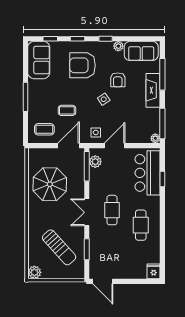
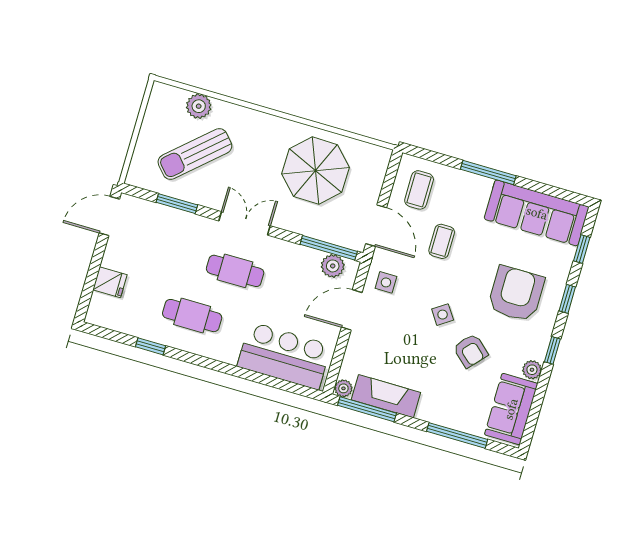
sofa: (39, 60) -> (537, 213), width x1.36
armchair: (118, 80) -> (471, 351), turned -138
fireplace: (153, 90) -> (386, 396), moved
door: (115, 146) -> (352, 310), swing flipped
window: (162, 179) -> (150, 346), moved
fridge: (154, 271) -> (110, 282), moved
plant: (34, 272) -> (199, 106), moved

